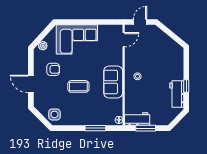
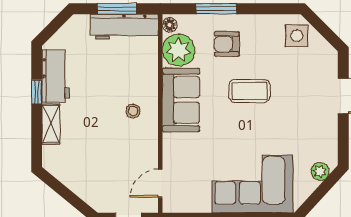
armchair: (53, 69) -> (227, 44), moved
shelving: (179, 70) -> (51, 124), added
plant: (114, 107) -> (179, 50), added
workbench: (137, 119) -> (124, 27), width x1.38

